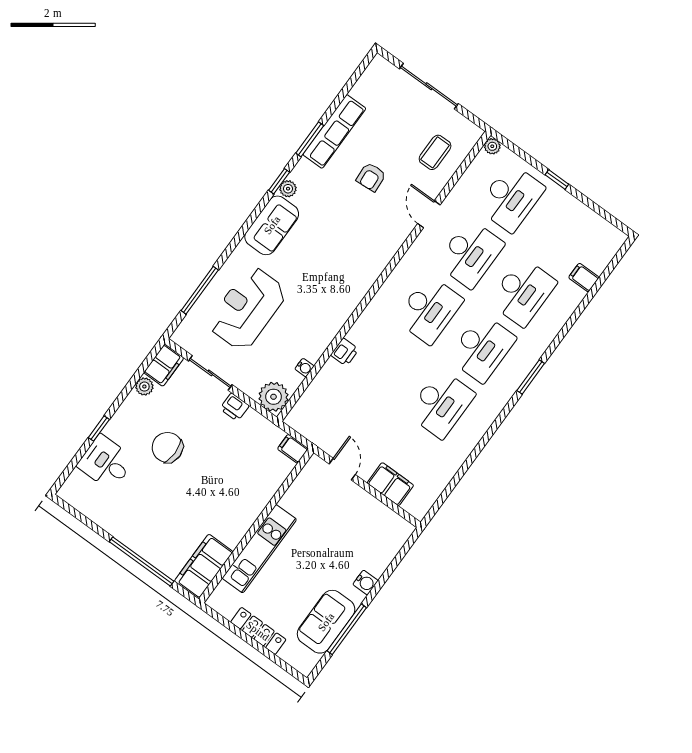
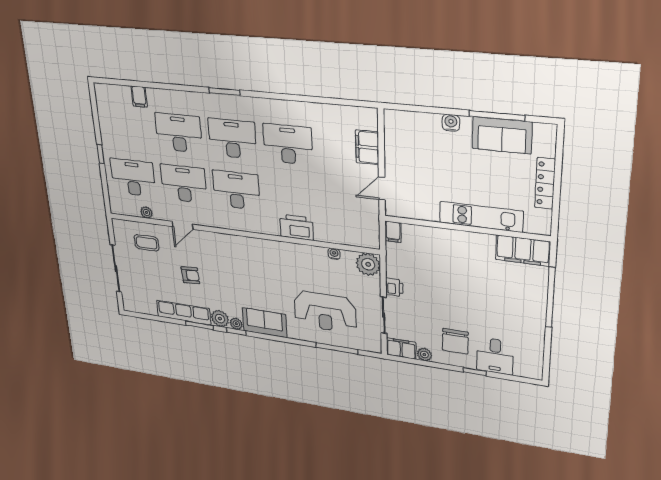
plant: (492, 146) -> (146, 212), moved
plant: (304, 173) -> (220, 319), added
printer: (345, 352) -> (297, 227), width x1.87, depth x1.48
chair: (167, 447) -> (455, 341), moved

